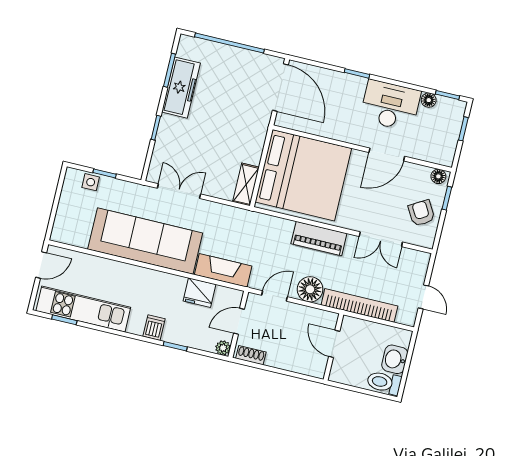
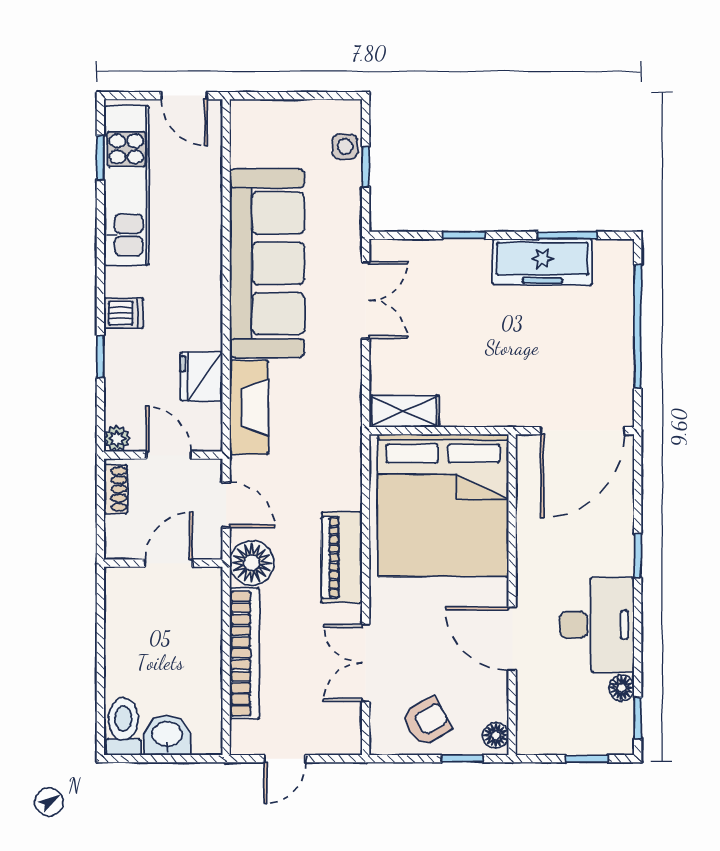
door: (334, 344) -> (169, 563), moved
wall: (333, 347) -> (163, 563), moved

